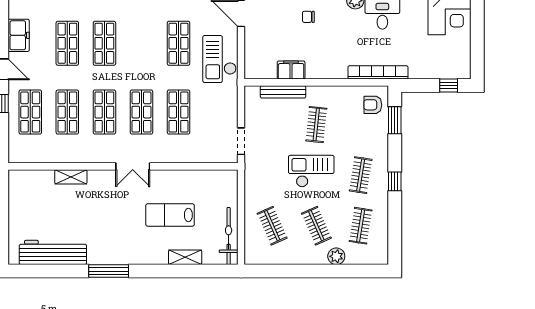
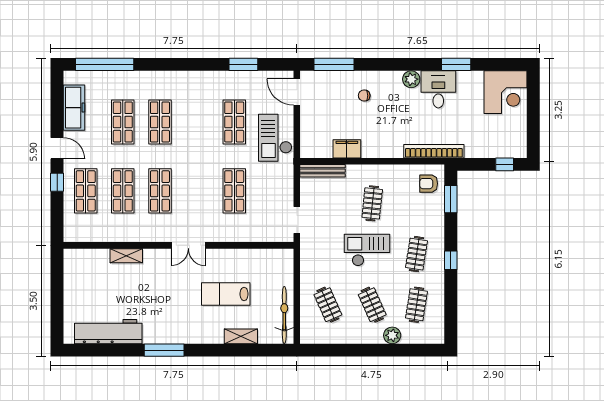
freezer: (19, 35) -> (74, 108), width x1.40
bench: (283, 92) -> (323, 171), moved
shop shelf: (141, 112) -> (197, 191), removed

